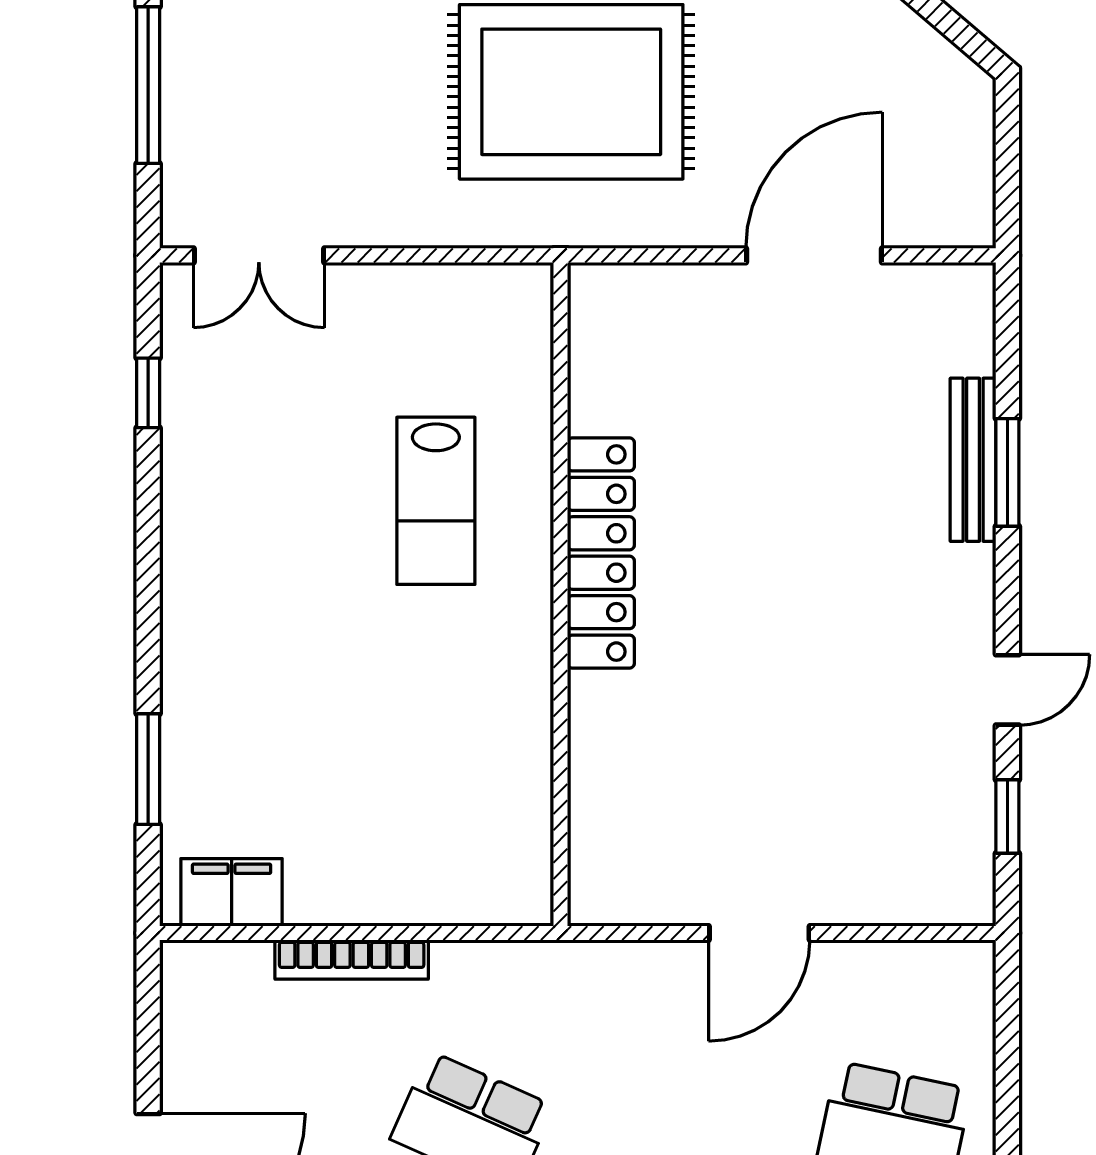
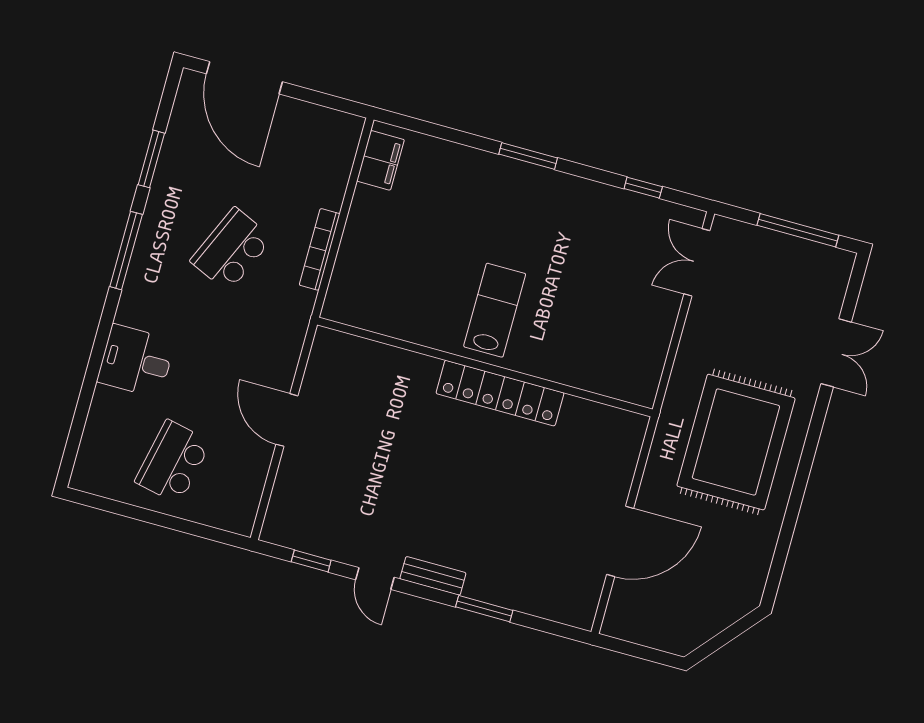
door: (814, 255) -> (620, 541), hinge flipped
bench: (973, 460) -> (433, 576), moved, width x0.73
lab bench: (436, 501) -> (495, 310), moved, turned 90
window: (148, 769) -> (528, 156), moved
bookcase: (352, 960) -> (320, 249), moved

